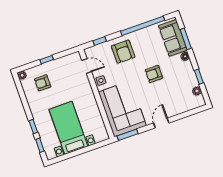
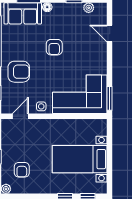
door: (161, 123) -> (110, 33), moved

